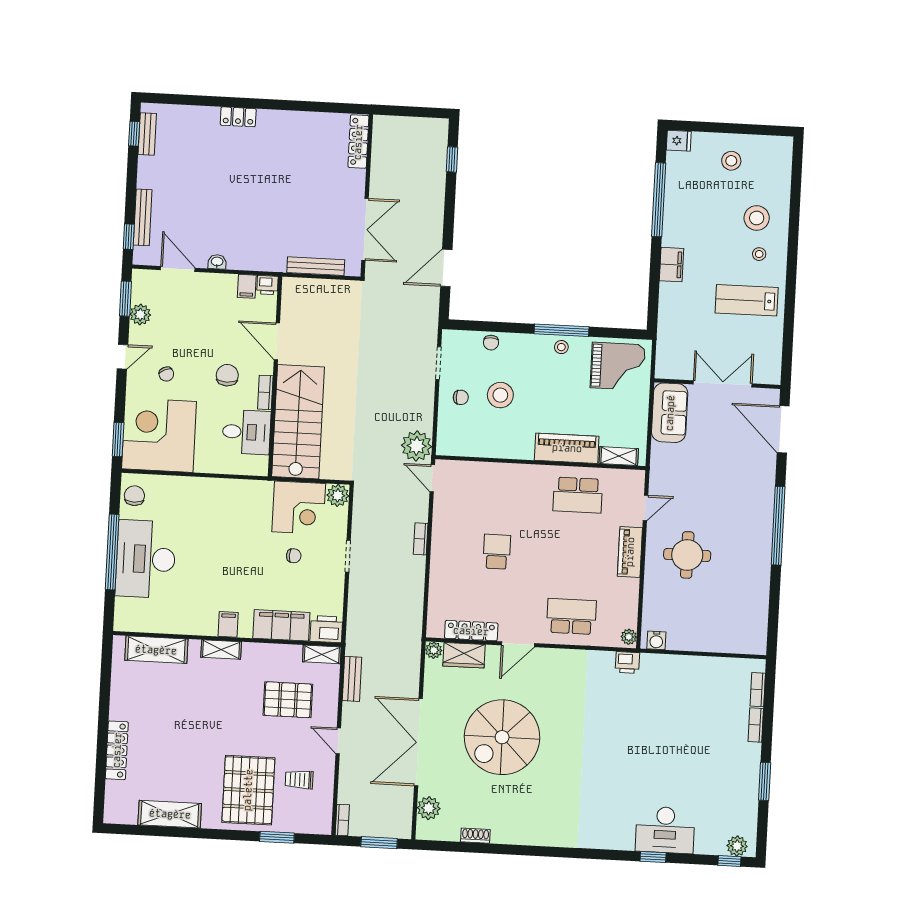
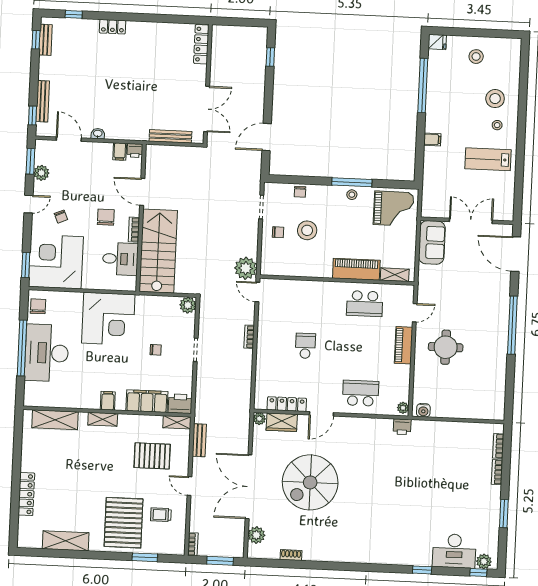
window: (186, 100) -> (74, 14), added
filing cabinet: (672, 265) -> (432, 139), width x0.50
corner desk: (299, 508) -> (108, 319), moved, width x1.36, depth x1.36
desk: (665, 830) -> (454, 551), moved

